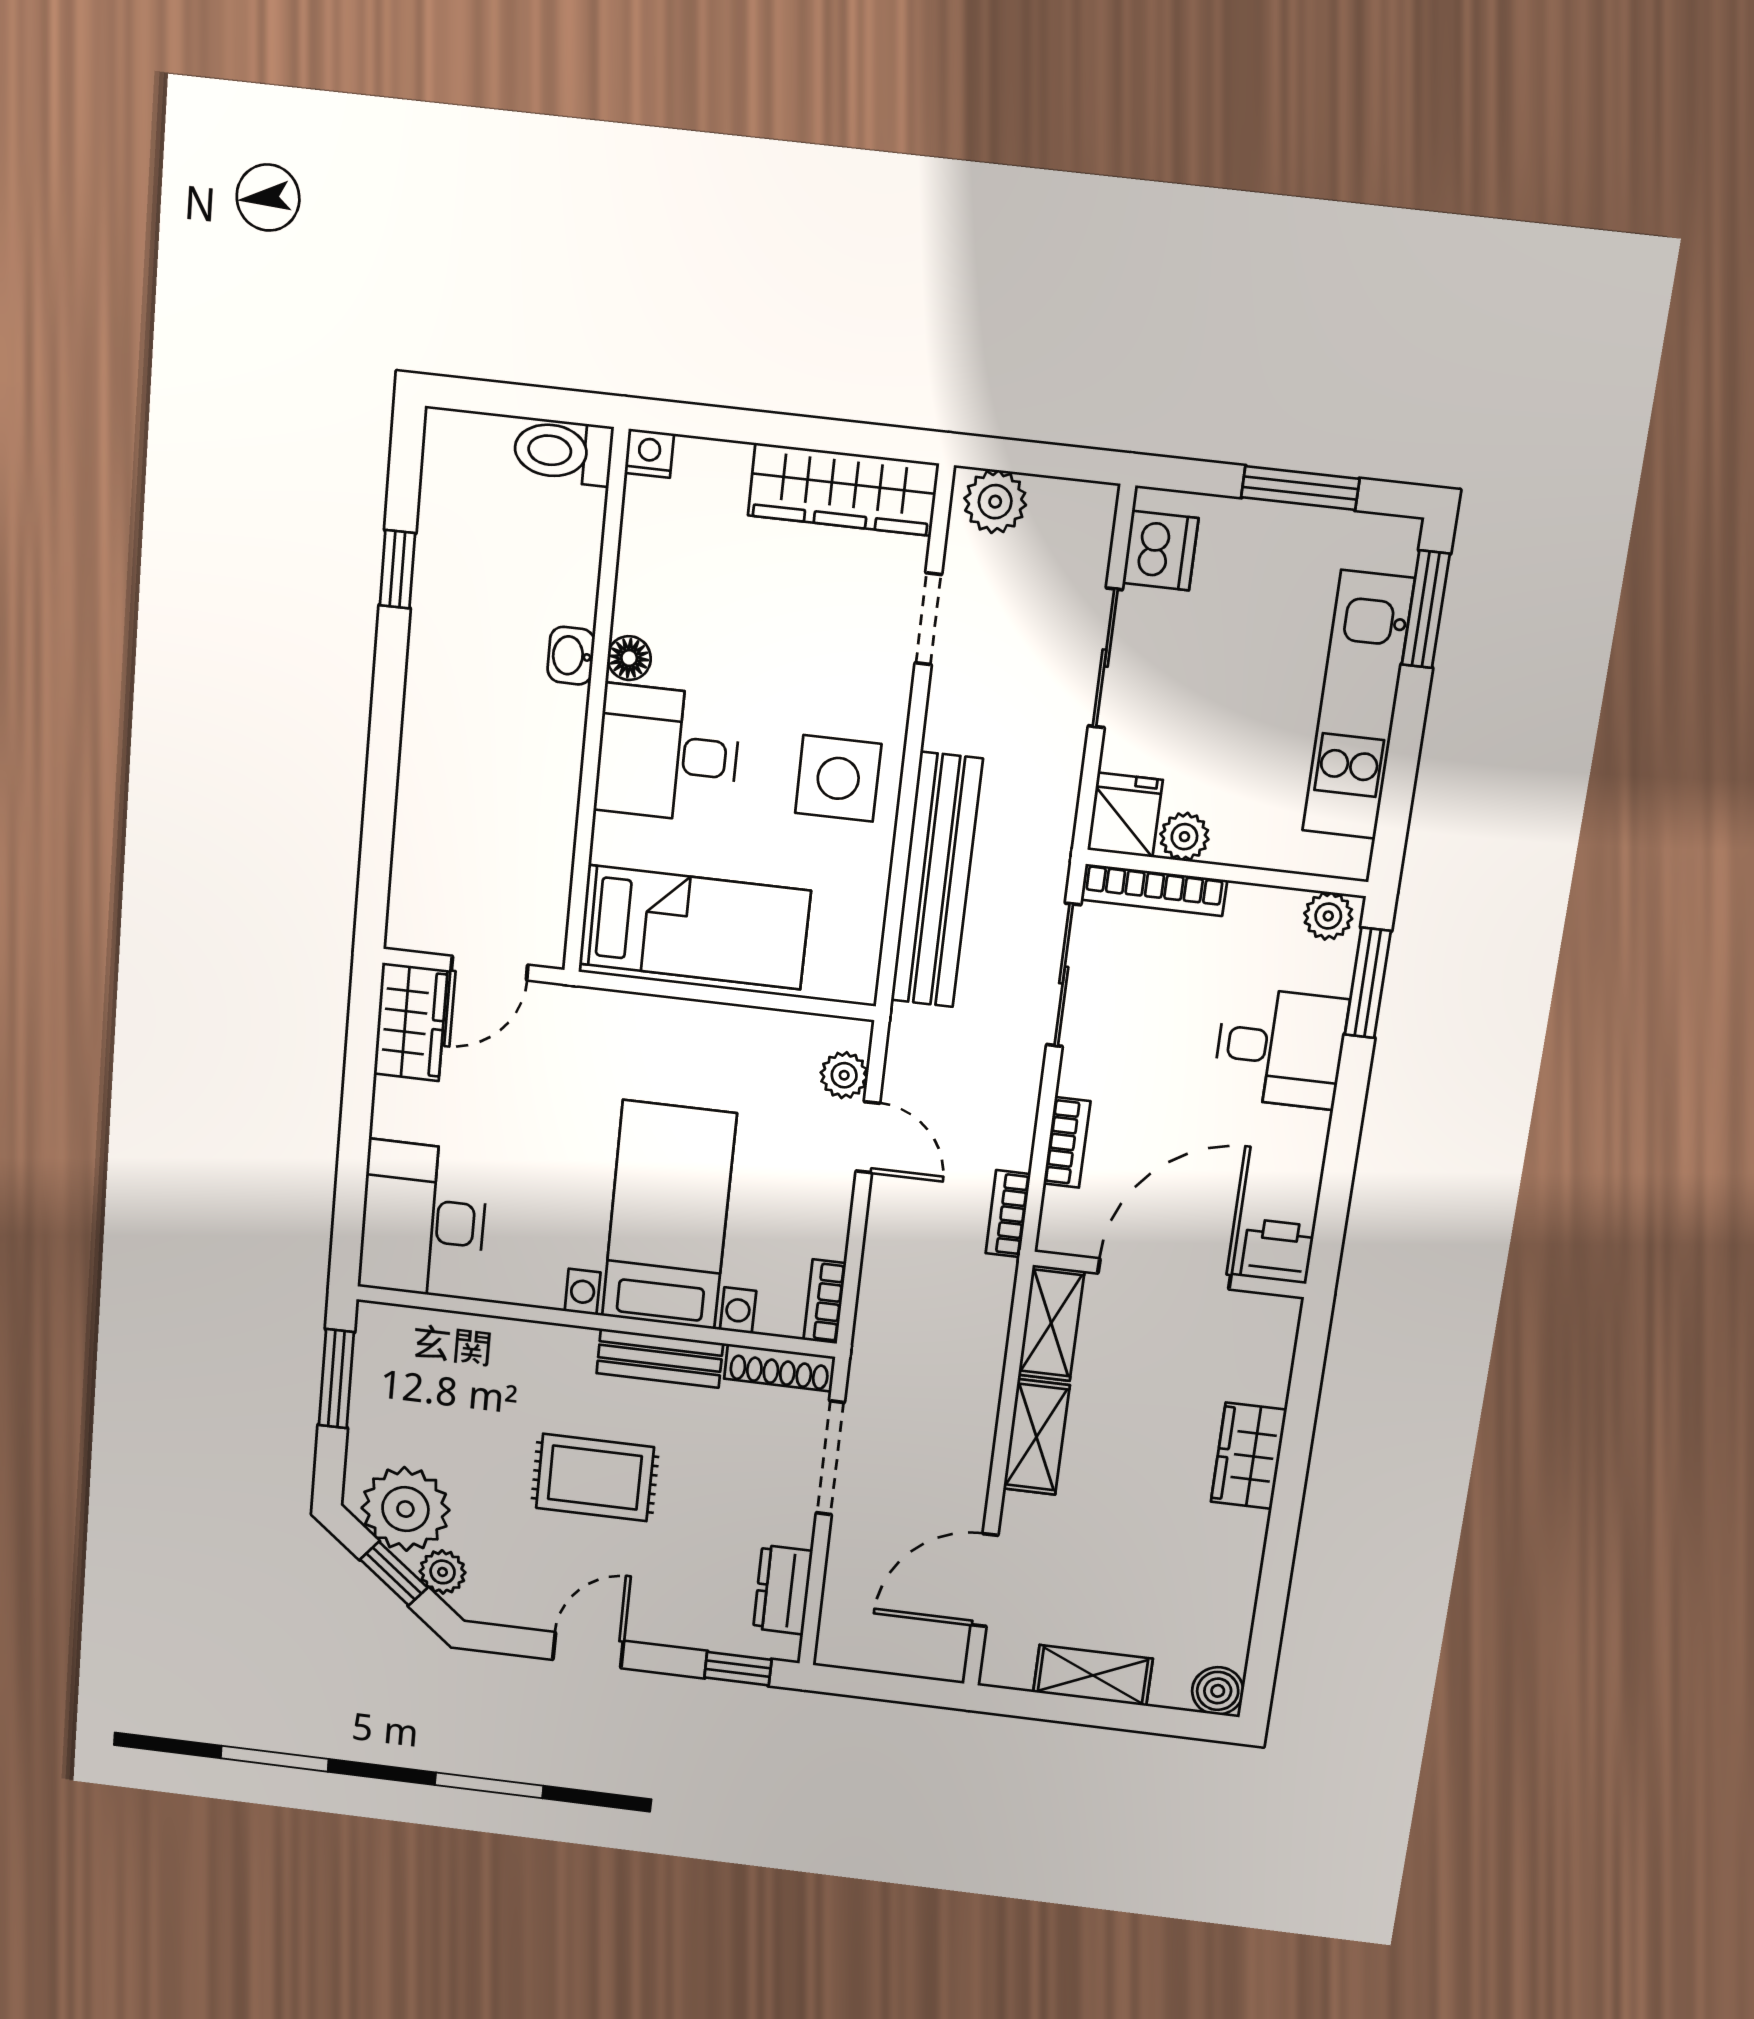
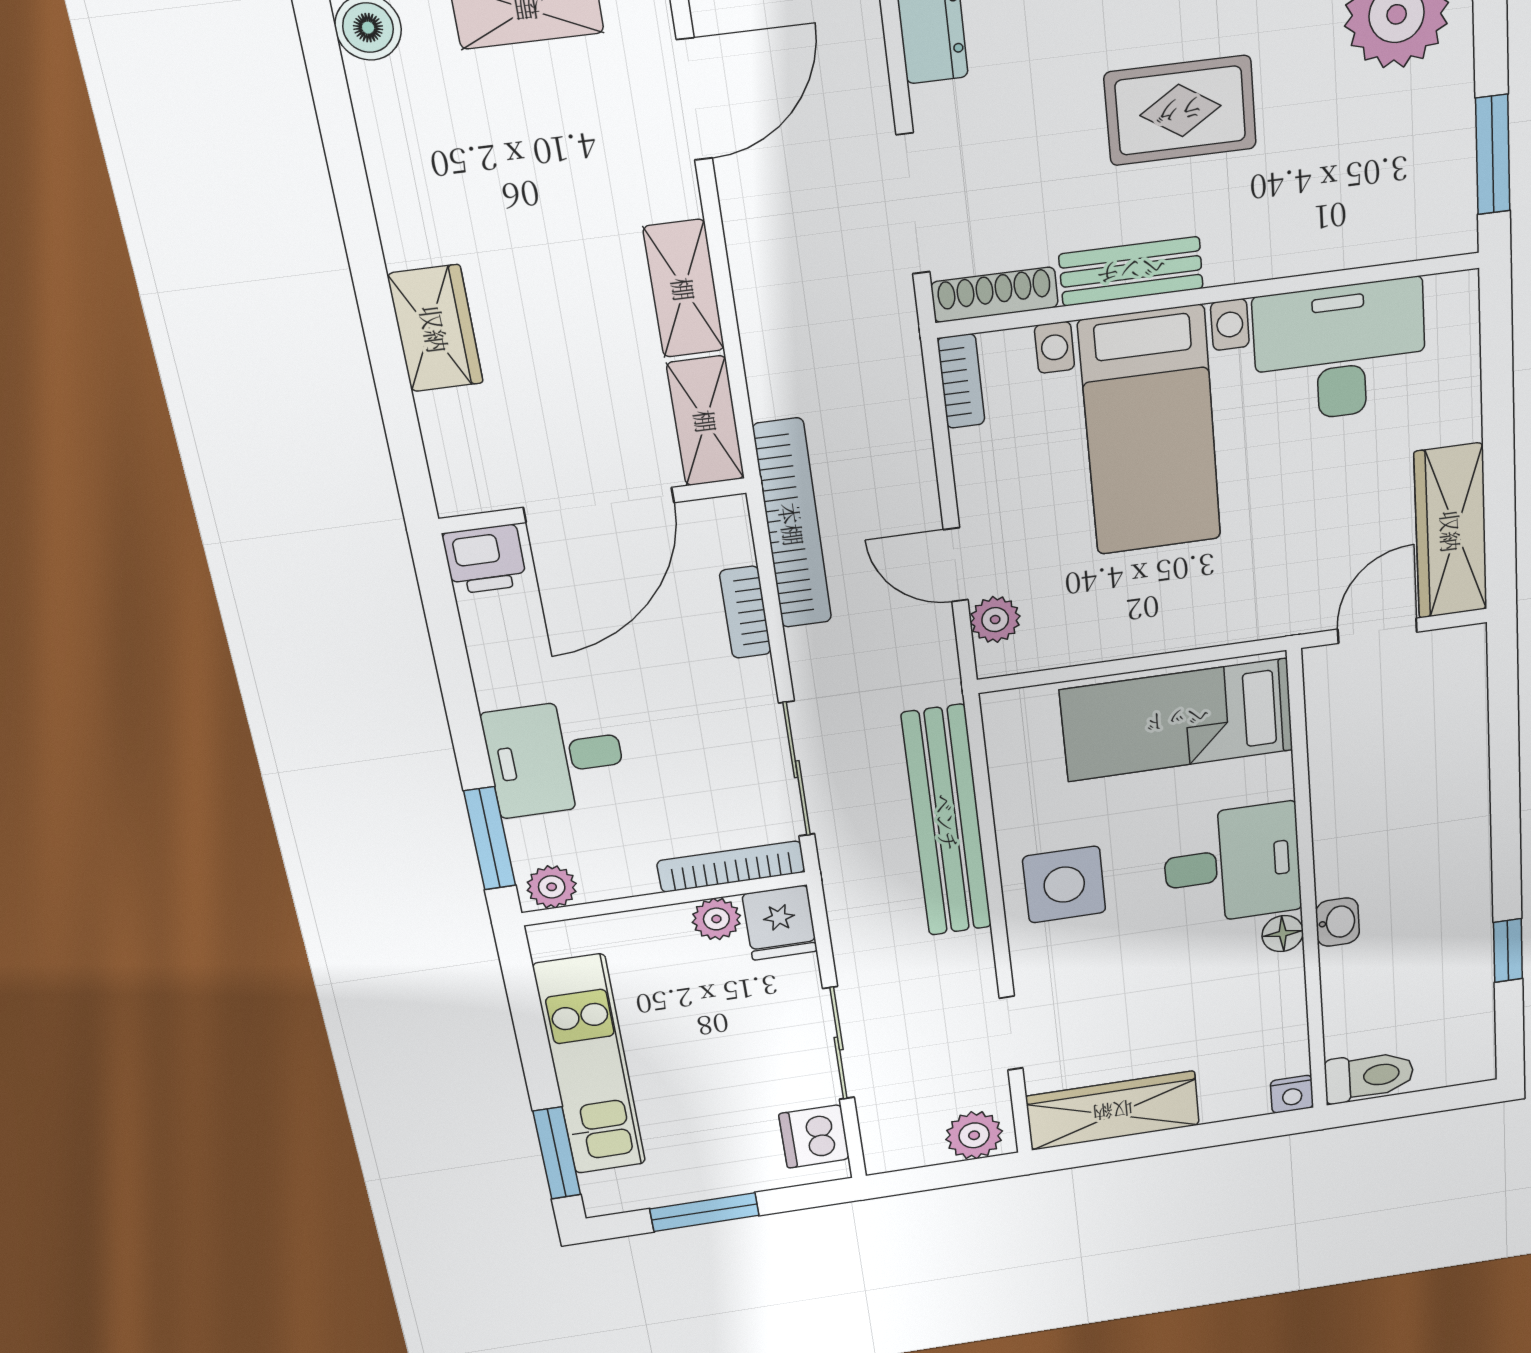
wardrobe: (411, 1022) -> (1451, 531), width x1.50
bookcase: (1008, 1214) -> (792, 524), width x2.31, depth x1.31
desk: (423, 1220) -> (1340, 351), moved, turned -90

